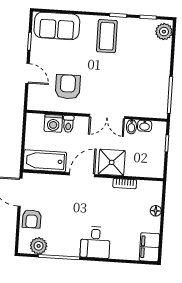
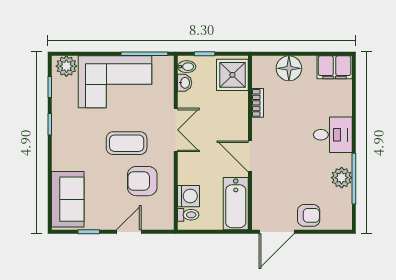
coffee table: (107, 36) -> (127, 143), moved
corner sofa: (149, 70) -> (115, 82), added
toilet: (68, 124) -> (188, 215), moved
bidet: (131, 127) -> (187, 67), moved
shower: (112, 162) -> (232, 75), moved
floor lamp: (156, 211) -> (289, 68), width x1.89, depth x1.89
plant: (39, 246) -> (342, 178), moved

